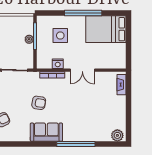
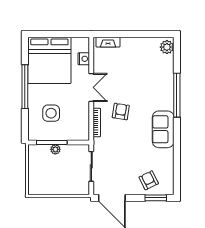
bed: (106, 29) -> (49, 60), width x1.36
nightstand: (58, 64) -> (84, 59), moved
armchair: (39, 103) -> (121, 111), moved

